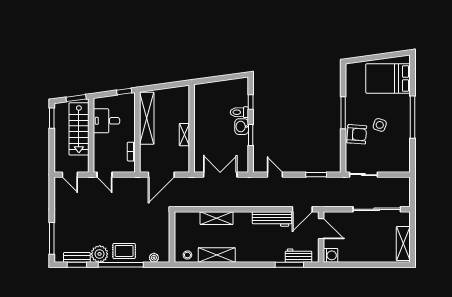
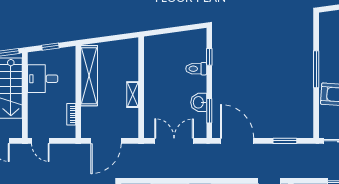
window: (124, 92) -> (50, 47), moved
washbasin: (242, 127) -> (199, 102), moved
window: (251, 135) -> (209, 111), moved
door: (275, 175) -> (237, 141), width x1.87

